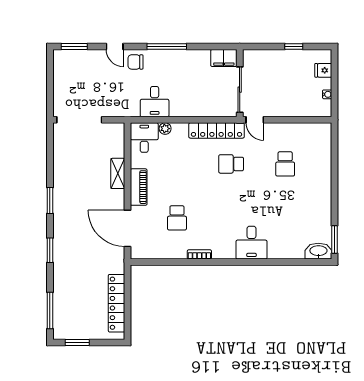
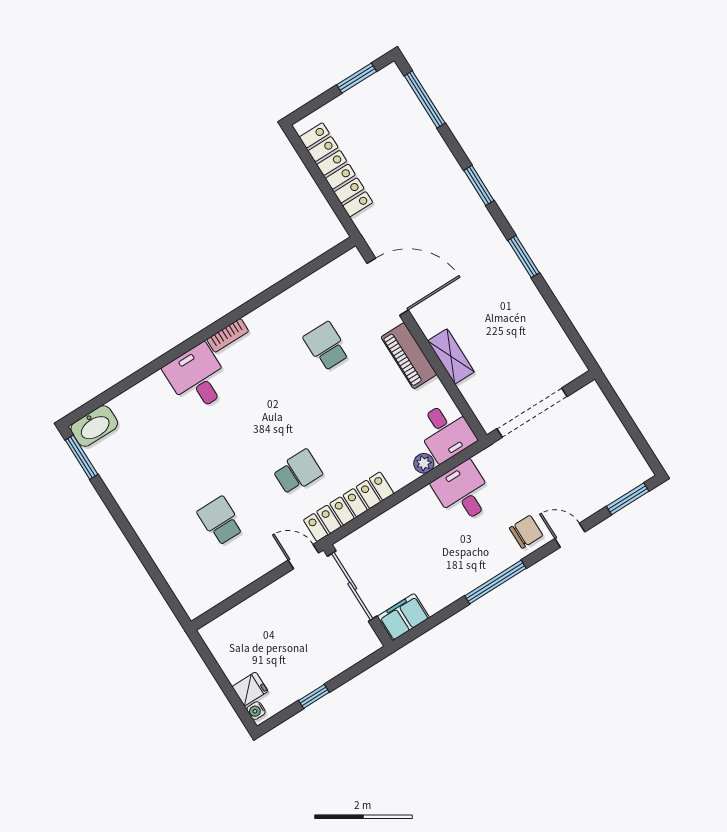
water cooler: (327, 94) -> (256, 711), moved
doorway: (79, 120) -> (532, 413), moved
bookcase: (199, 254) -> (228, 335), moved

